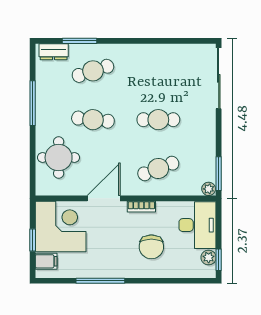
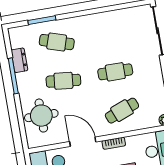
dresser: (54, 52) -> (19, 60), moved, turned -90
cafe table: (93, 71) -> (57, 42), turned 36
door: (104, 198) -> (83, 142), hinge flipped

